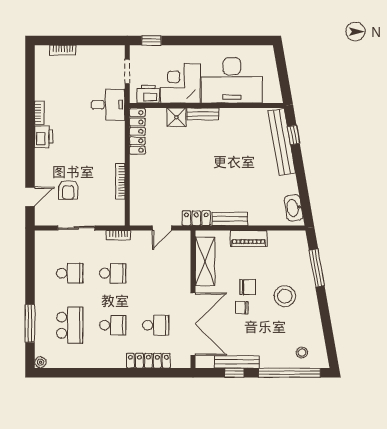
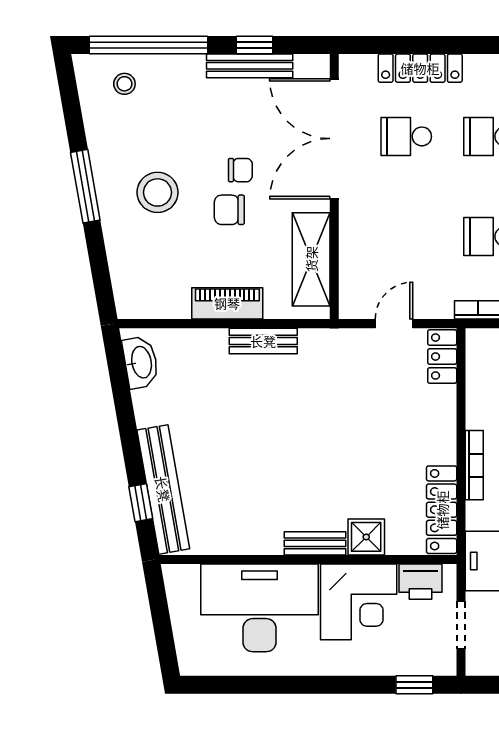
bookcase: (120, 181) -> (474, 465), moved
locker: (196, 218) -> (442, 357), moved, turned 90
window: (317, 268) -> (85, 186), moved

